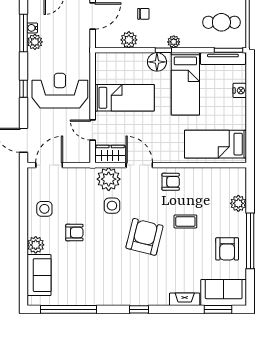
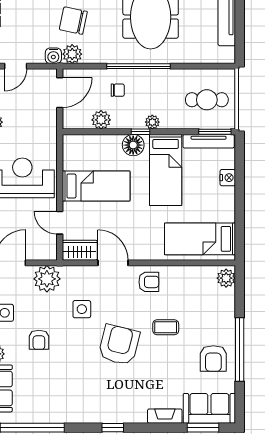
plant: (109, 179) -> (47, 279), moved
plant: (238, 203) -> (226, 278), moved
armchair: (74, 233) -> (39, 340), turned 90

